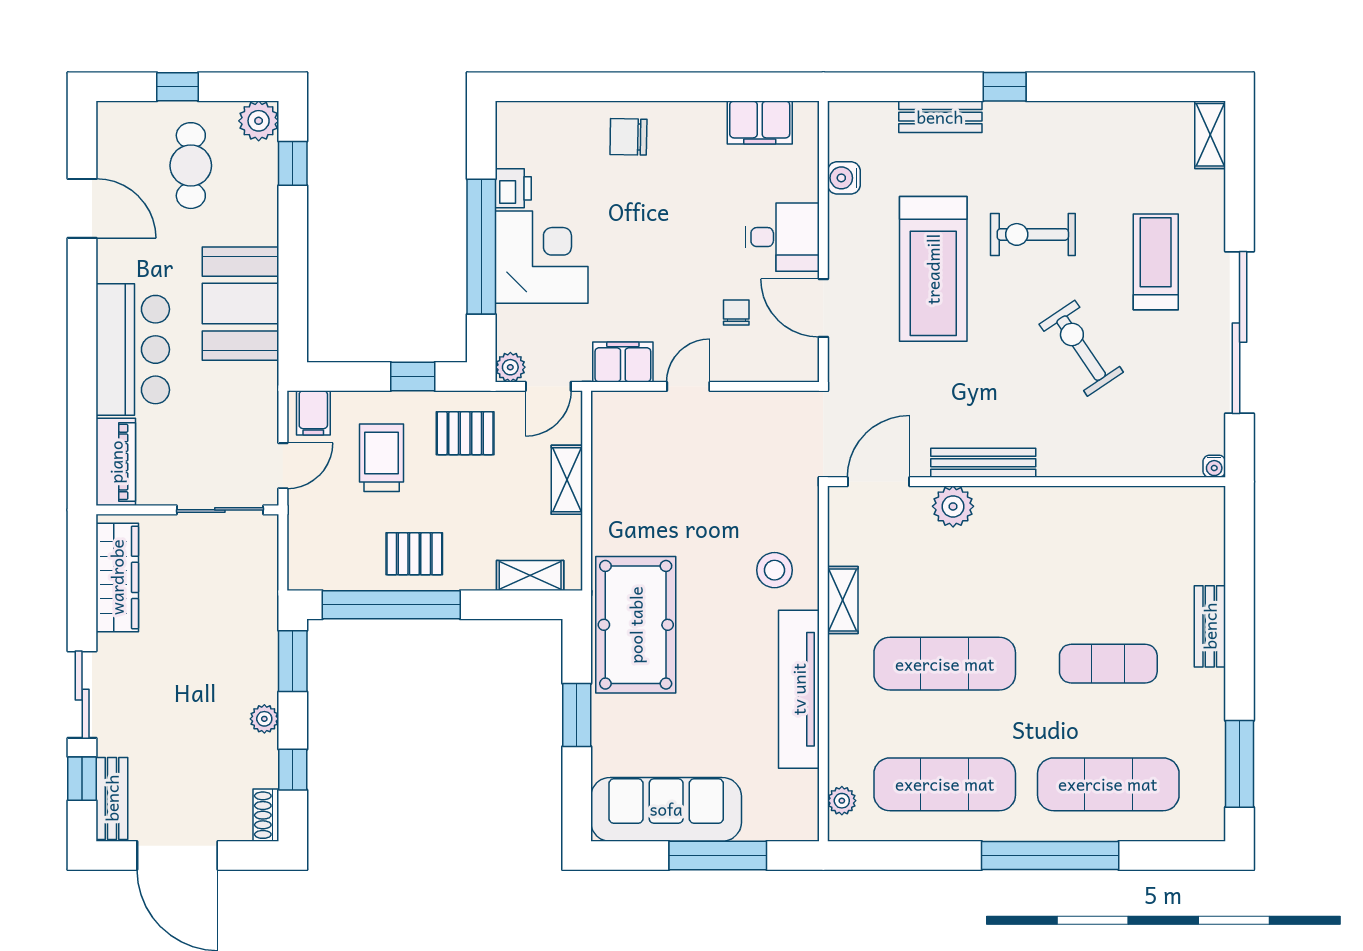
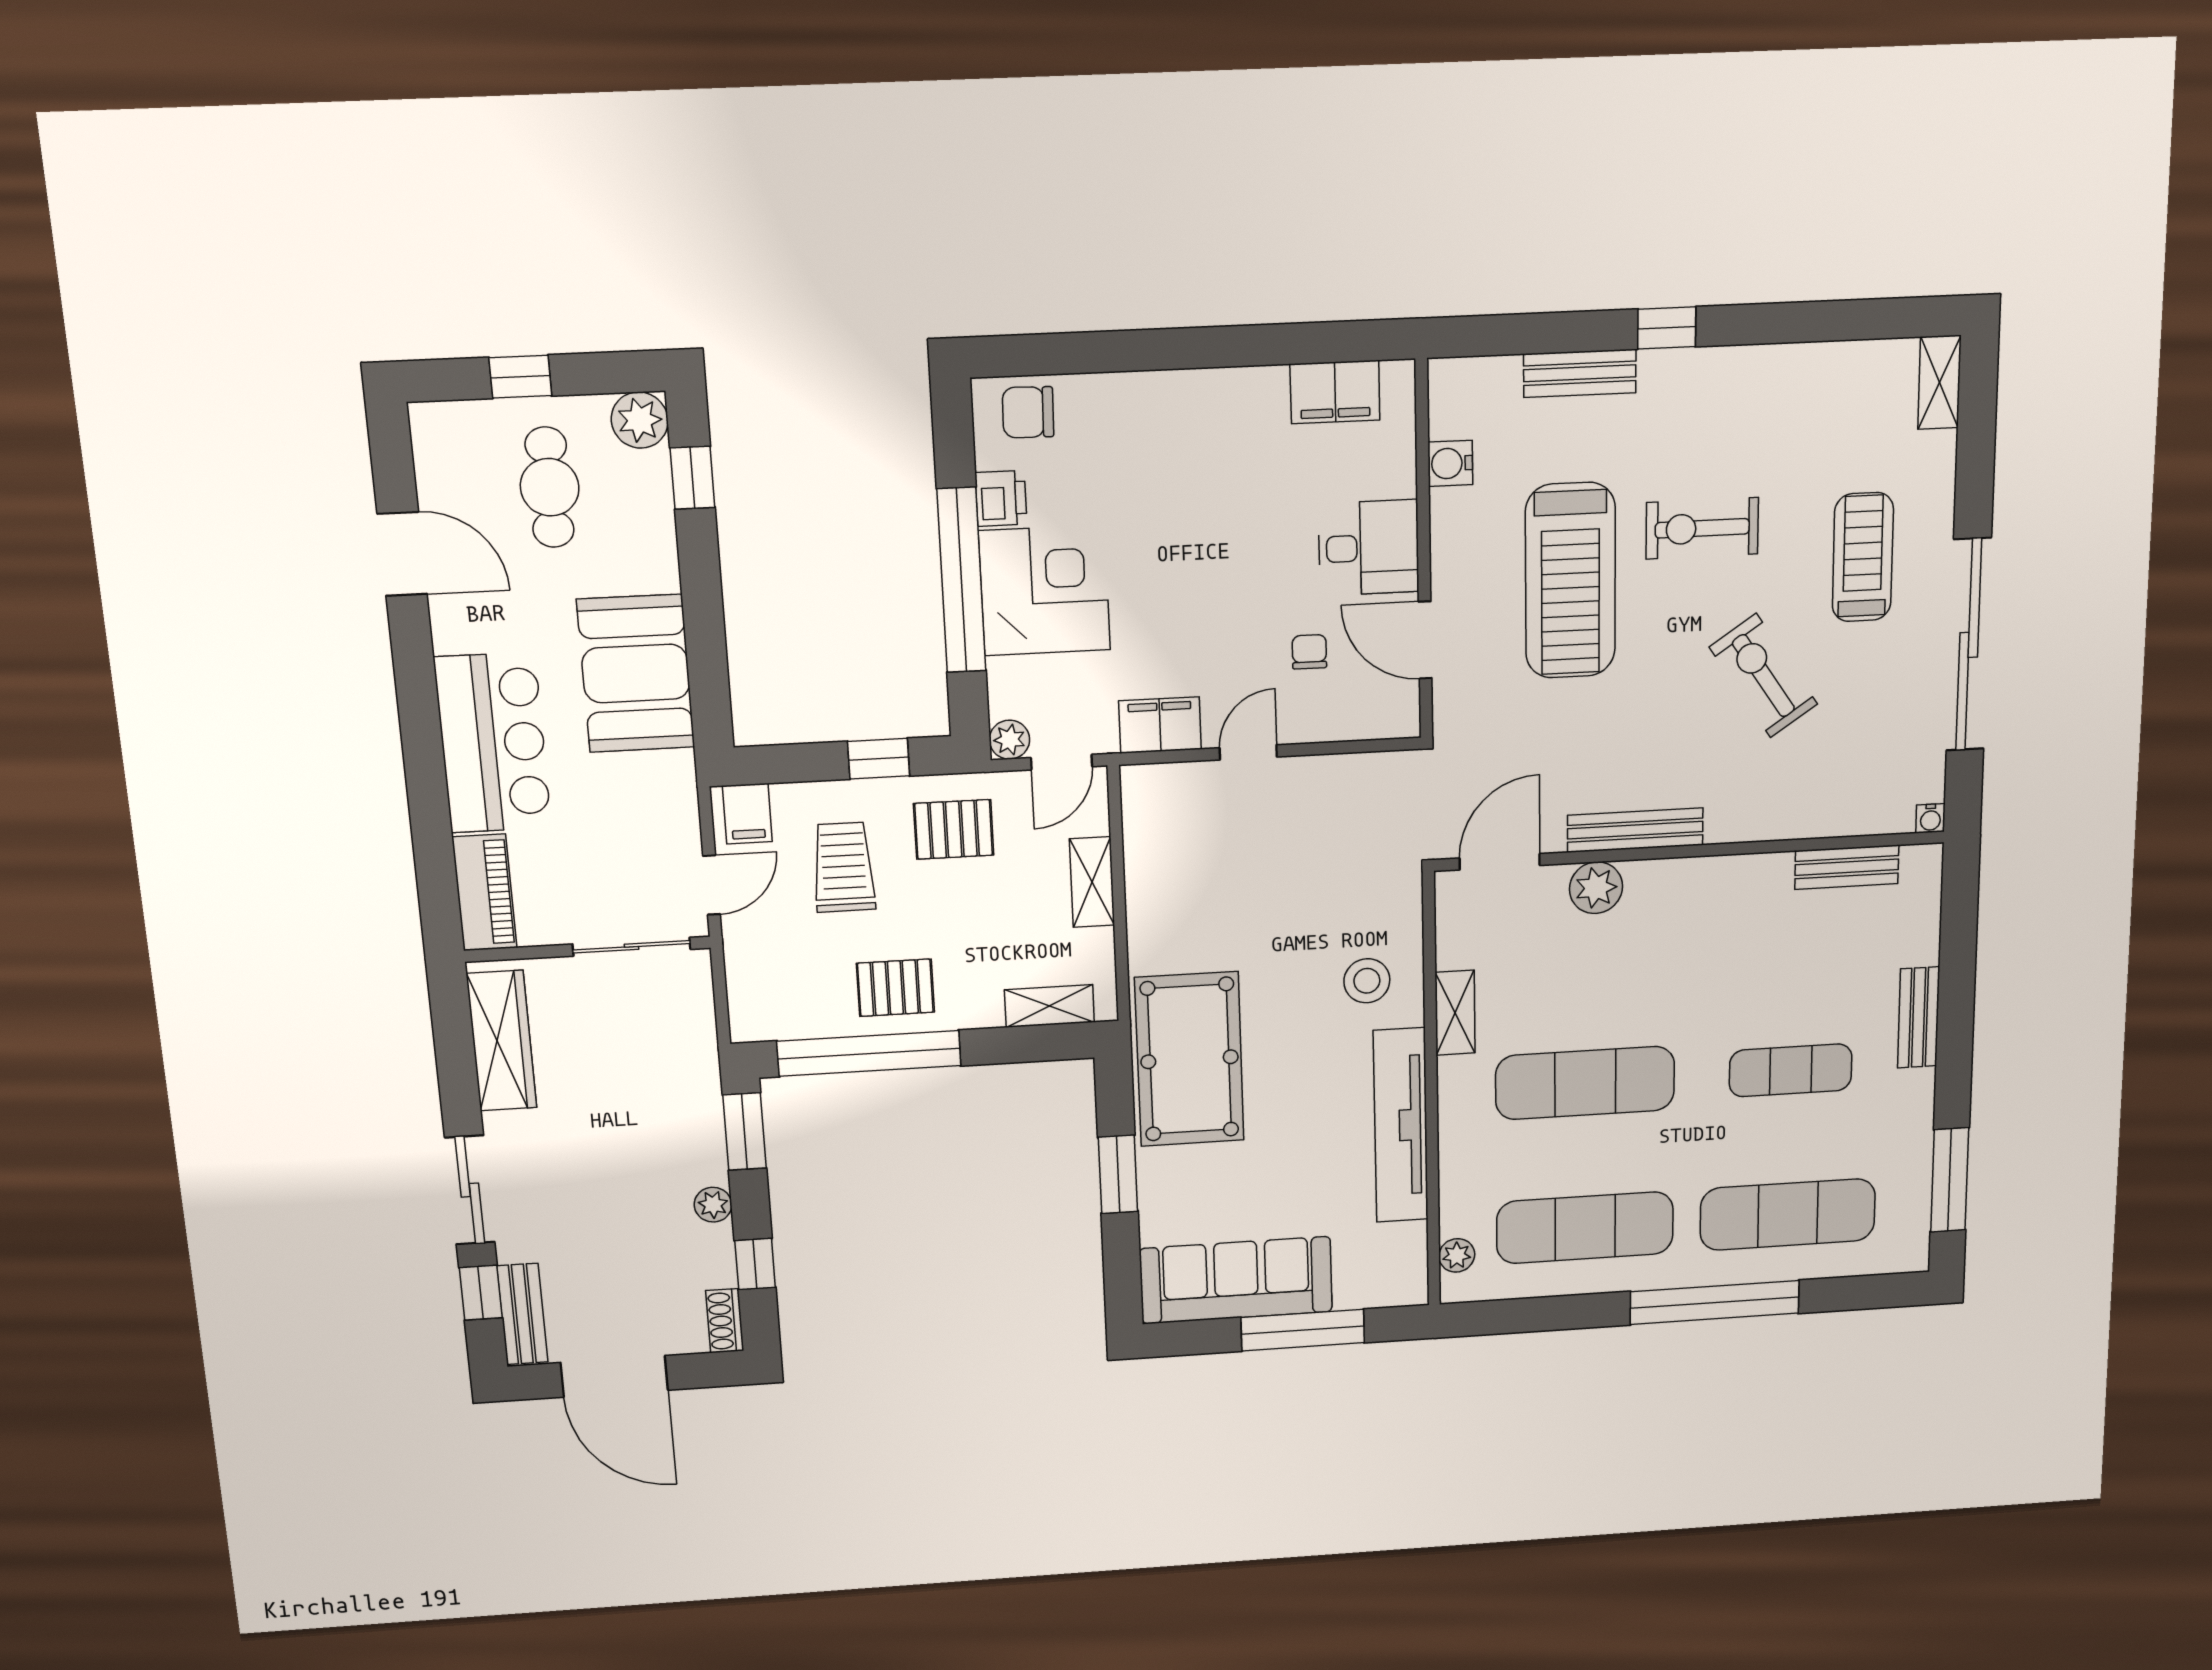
chair: (628, 137) -> (1028, 412), moved
bench: (1149, 501) -> (1847, 867), added

